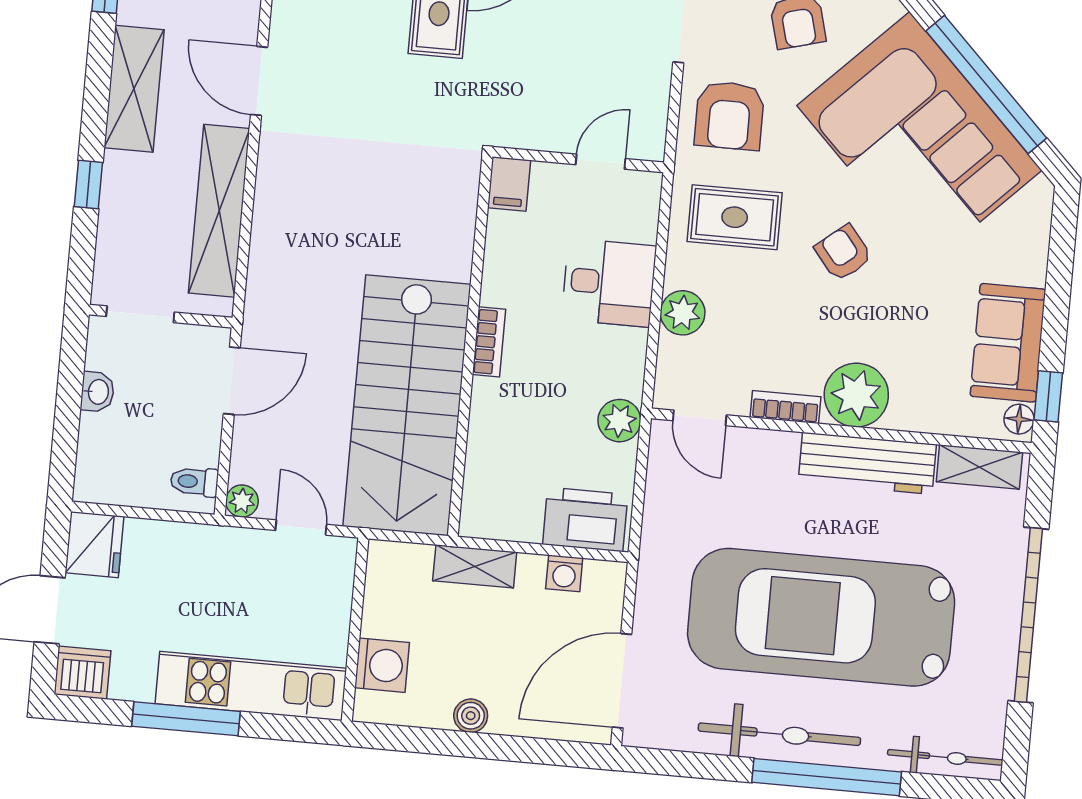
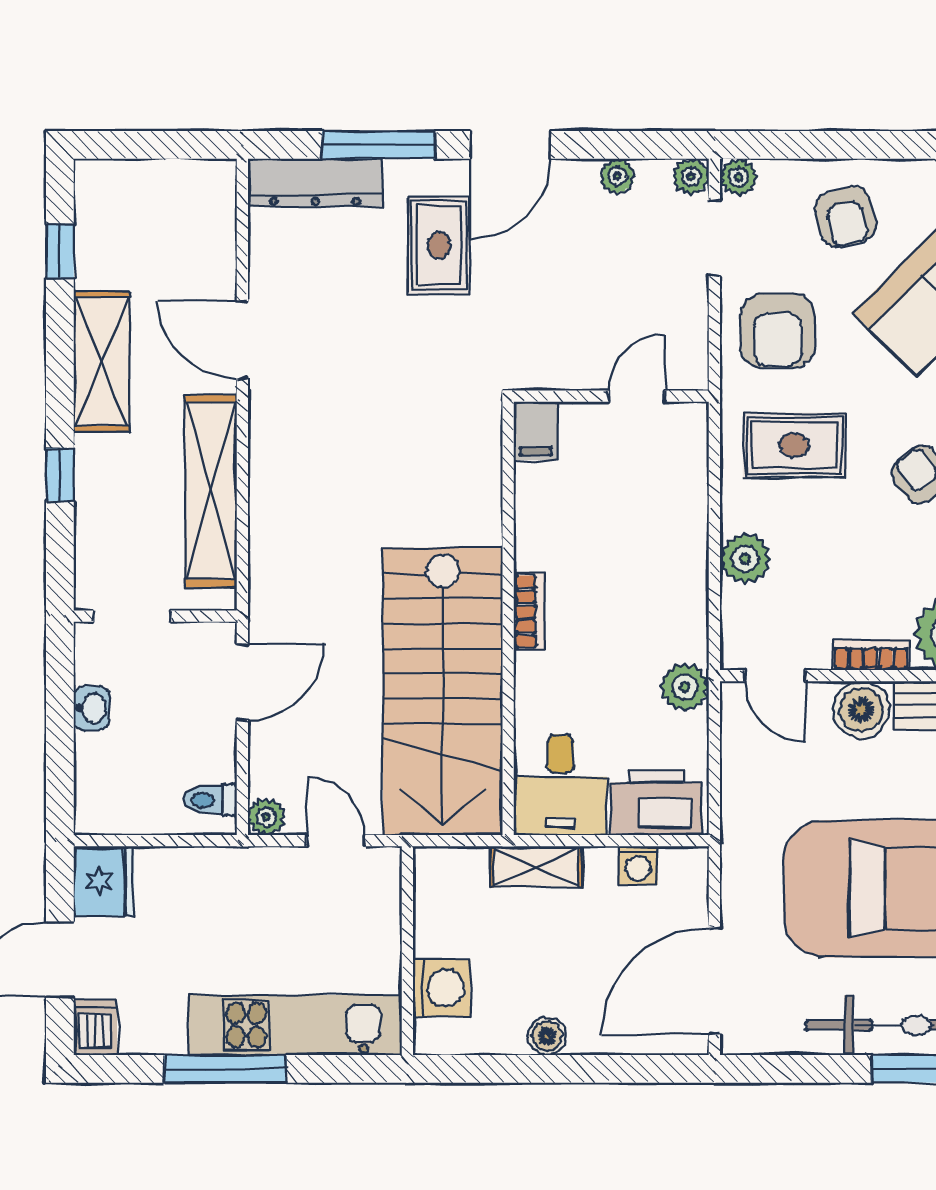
desk: (609, 283) -> (560, 785), moved, turned 90
boiler: (772, 454) -> (861, 710), added
dishwasher: (82, 673) -> (95, 1027), width x0.73

